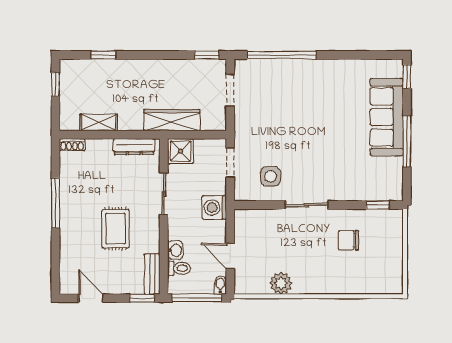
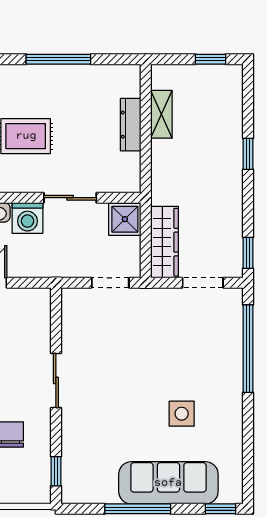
window: (103, 55) -> (248, 154), moved
wardrobe: (172, 120) -> (165, 242), moved
shoe rack: (72, 145) -> (133, 80), removed
dresser: (134, 147) -> (131, 125), moved
side table: (271, 176) -> (182, 414), moved
washing machine: (214, 207) -> (28, 218), moved, turned 180

